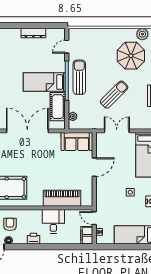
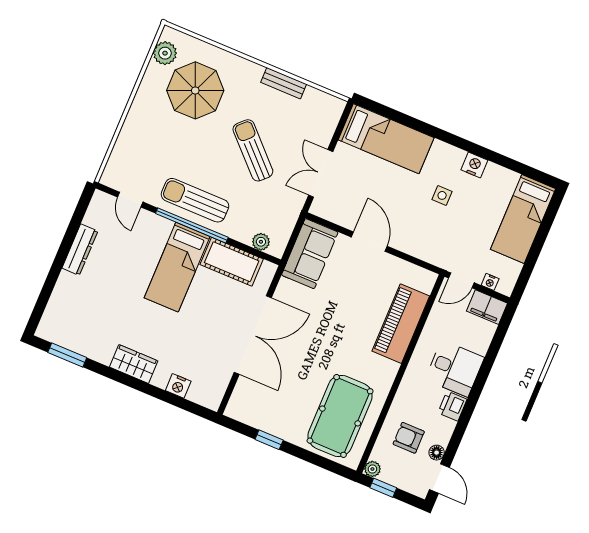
double door: (27, 131) -> (253, 335), swing flipped
desk: (53, 221) -> (455, 368), moved, turned 180

